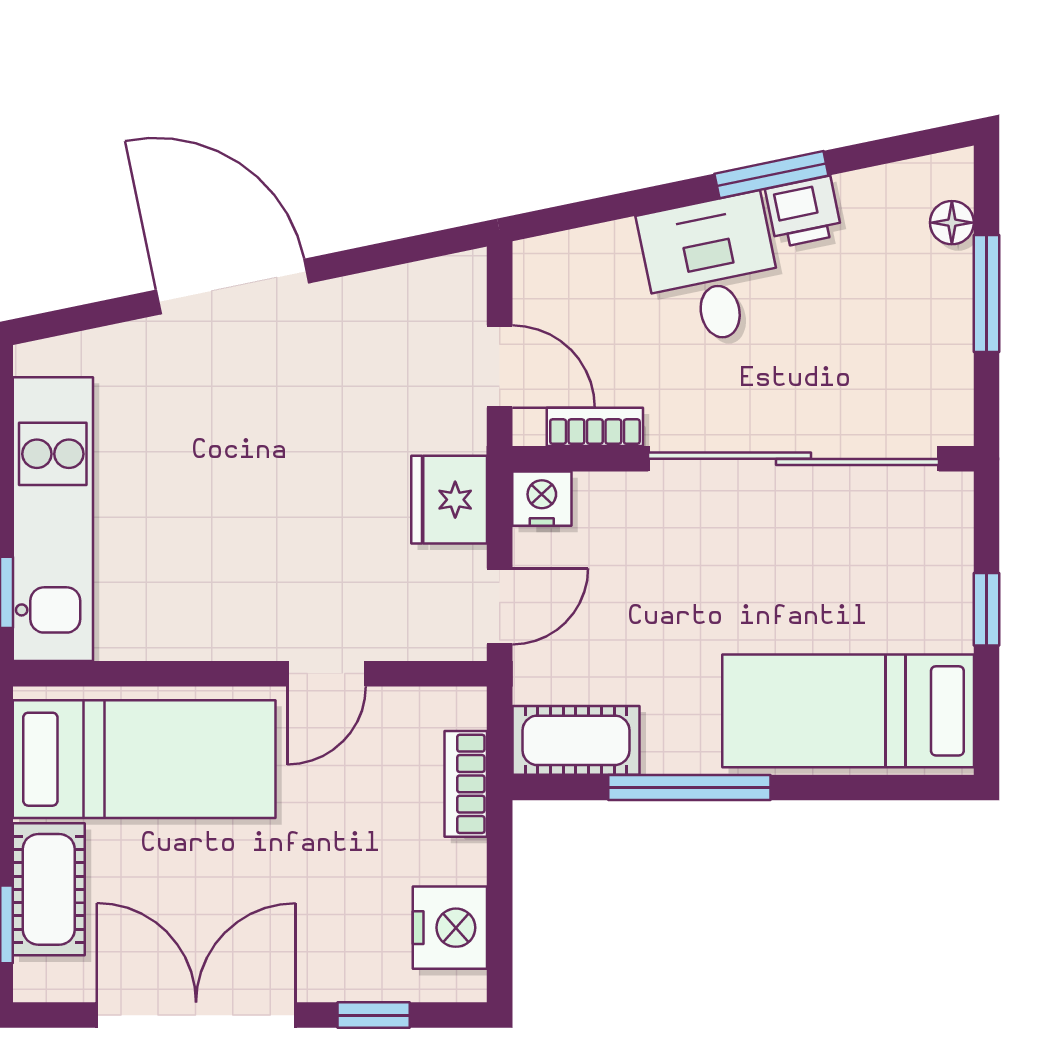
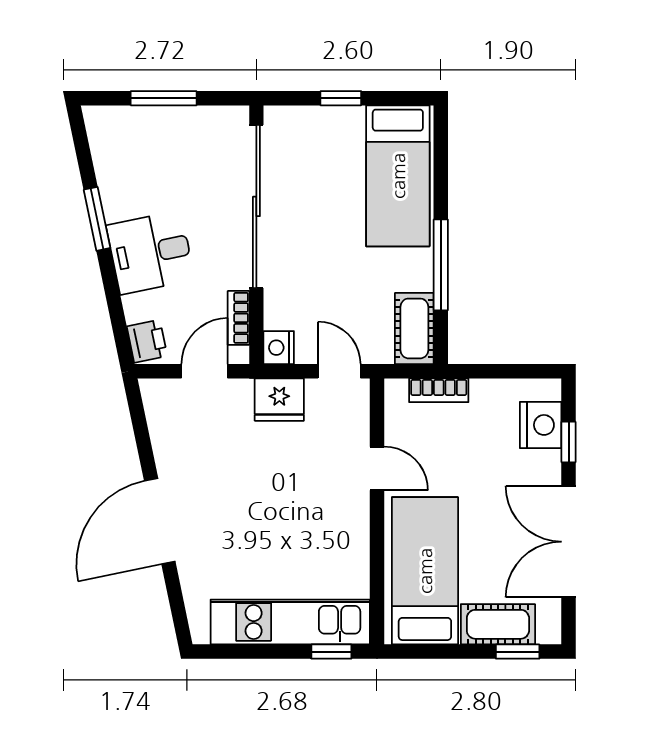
printer: (804, 212) -> (147, 341), moved
floor lamp: (952, 223) -> (124, 118), removed
nightstand: (450, 928) -> (541, 425), moved, turned 90

